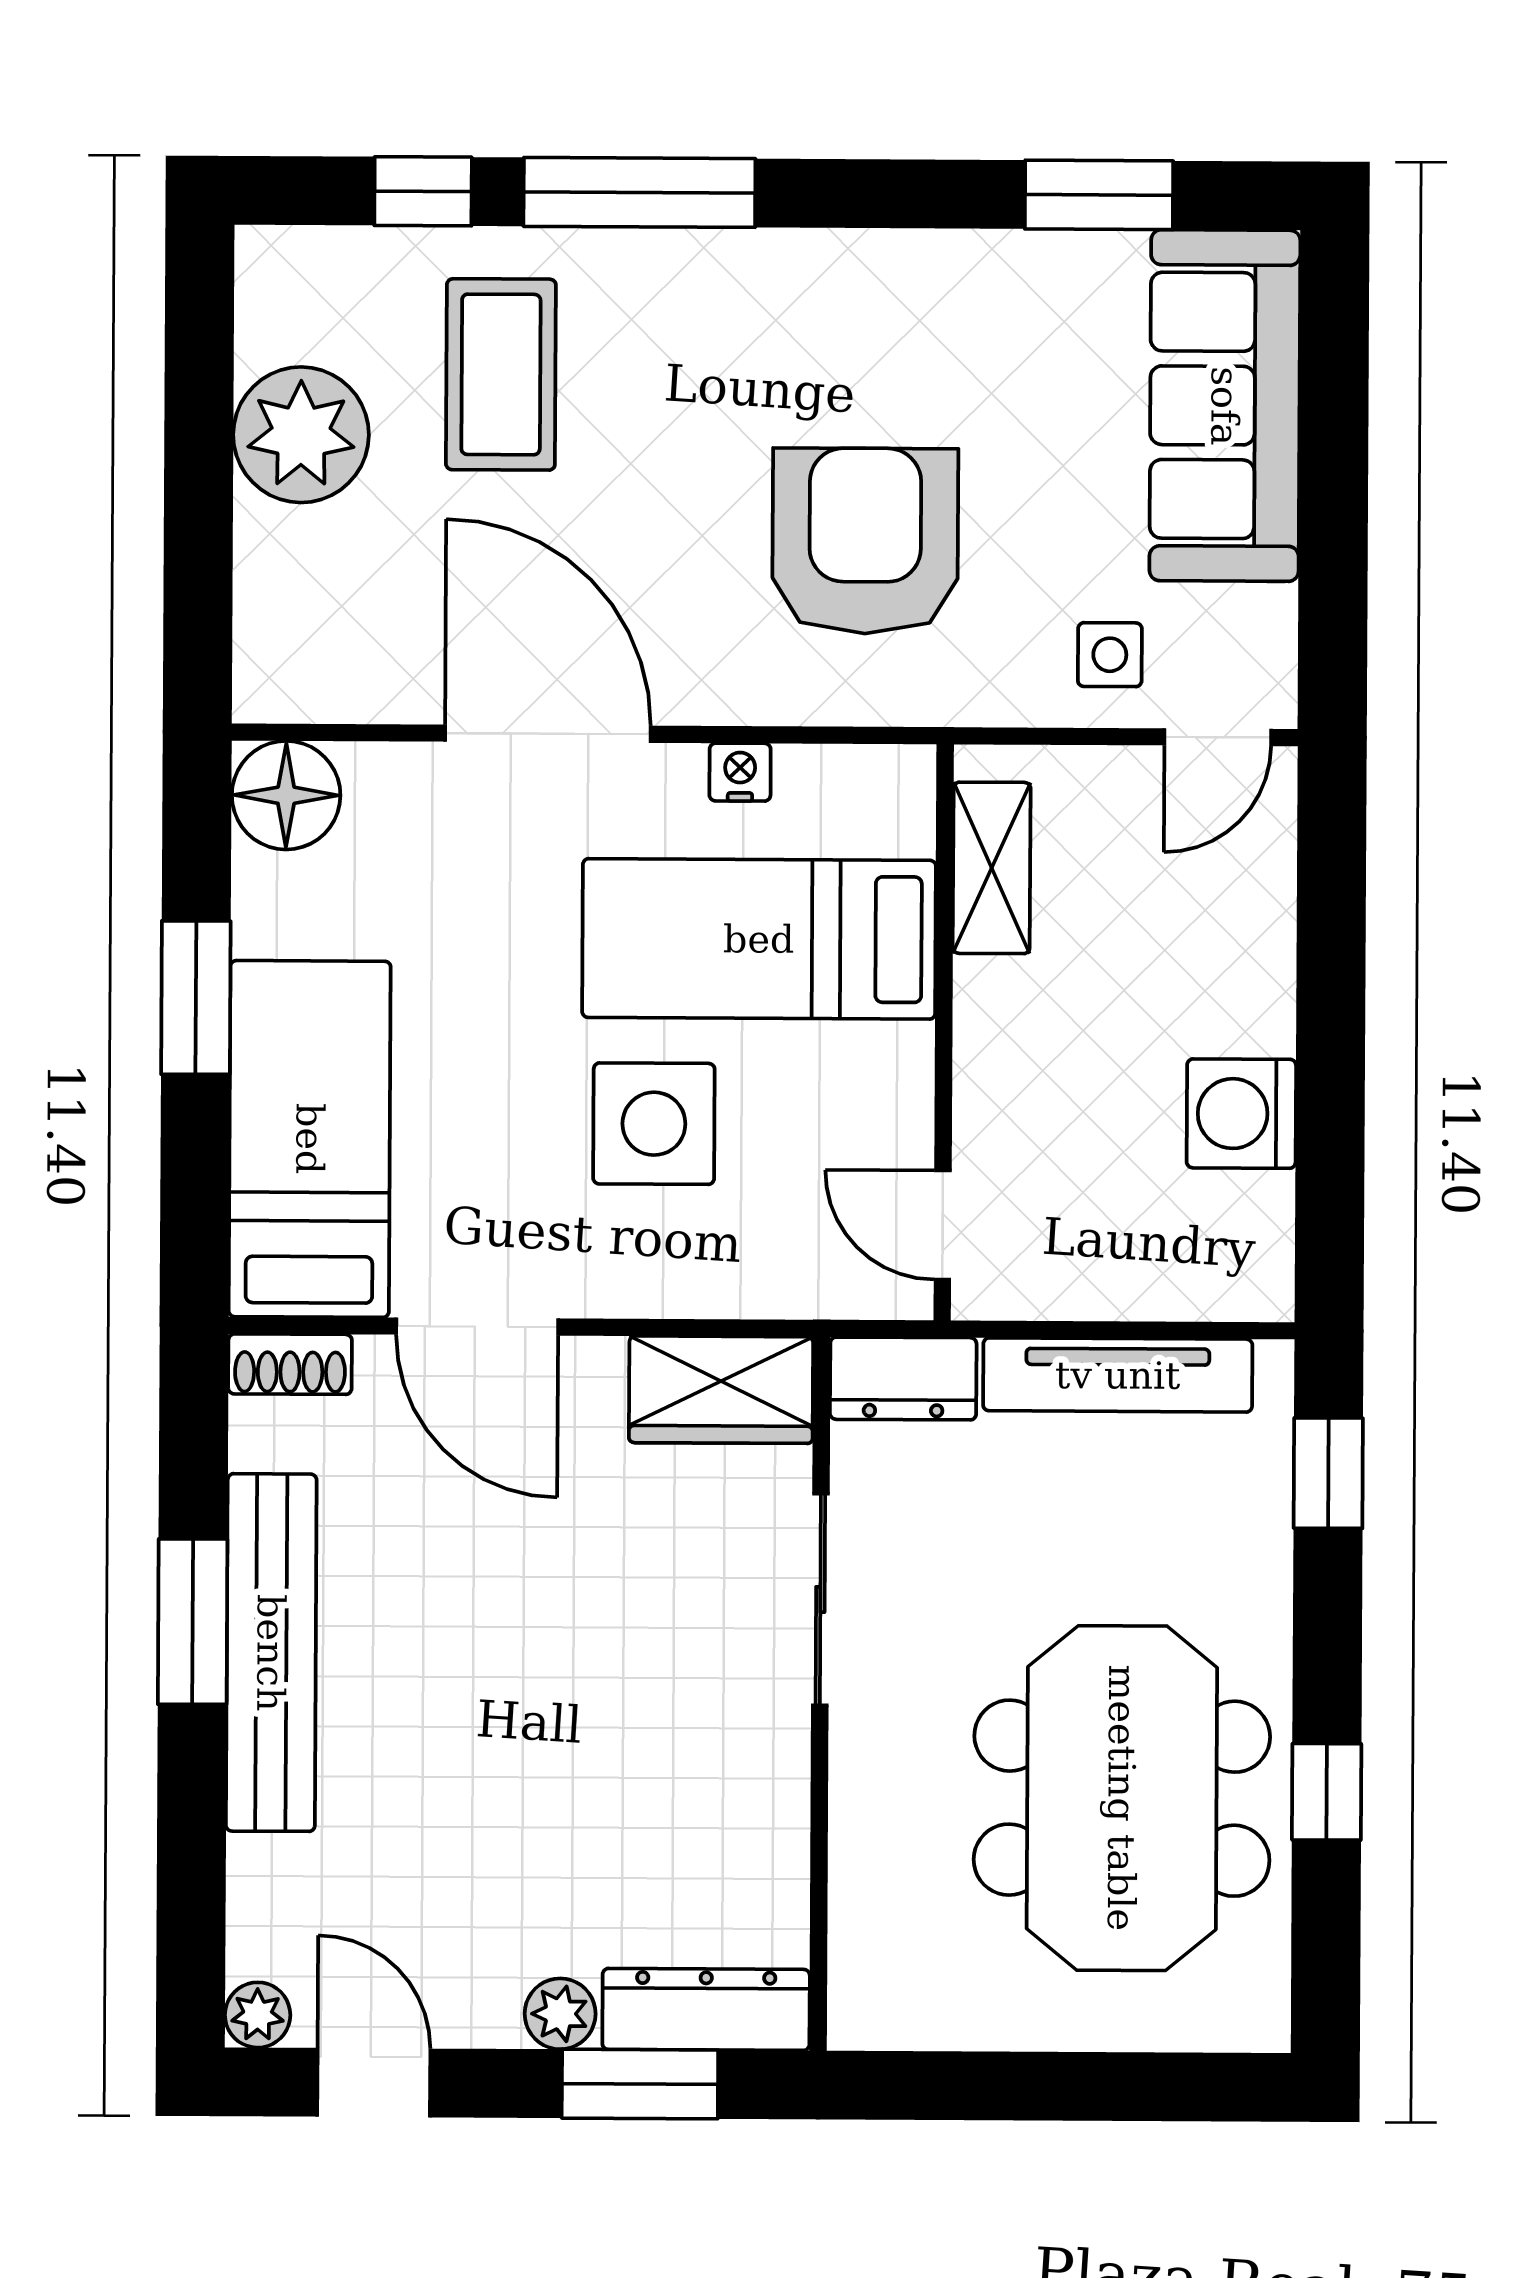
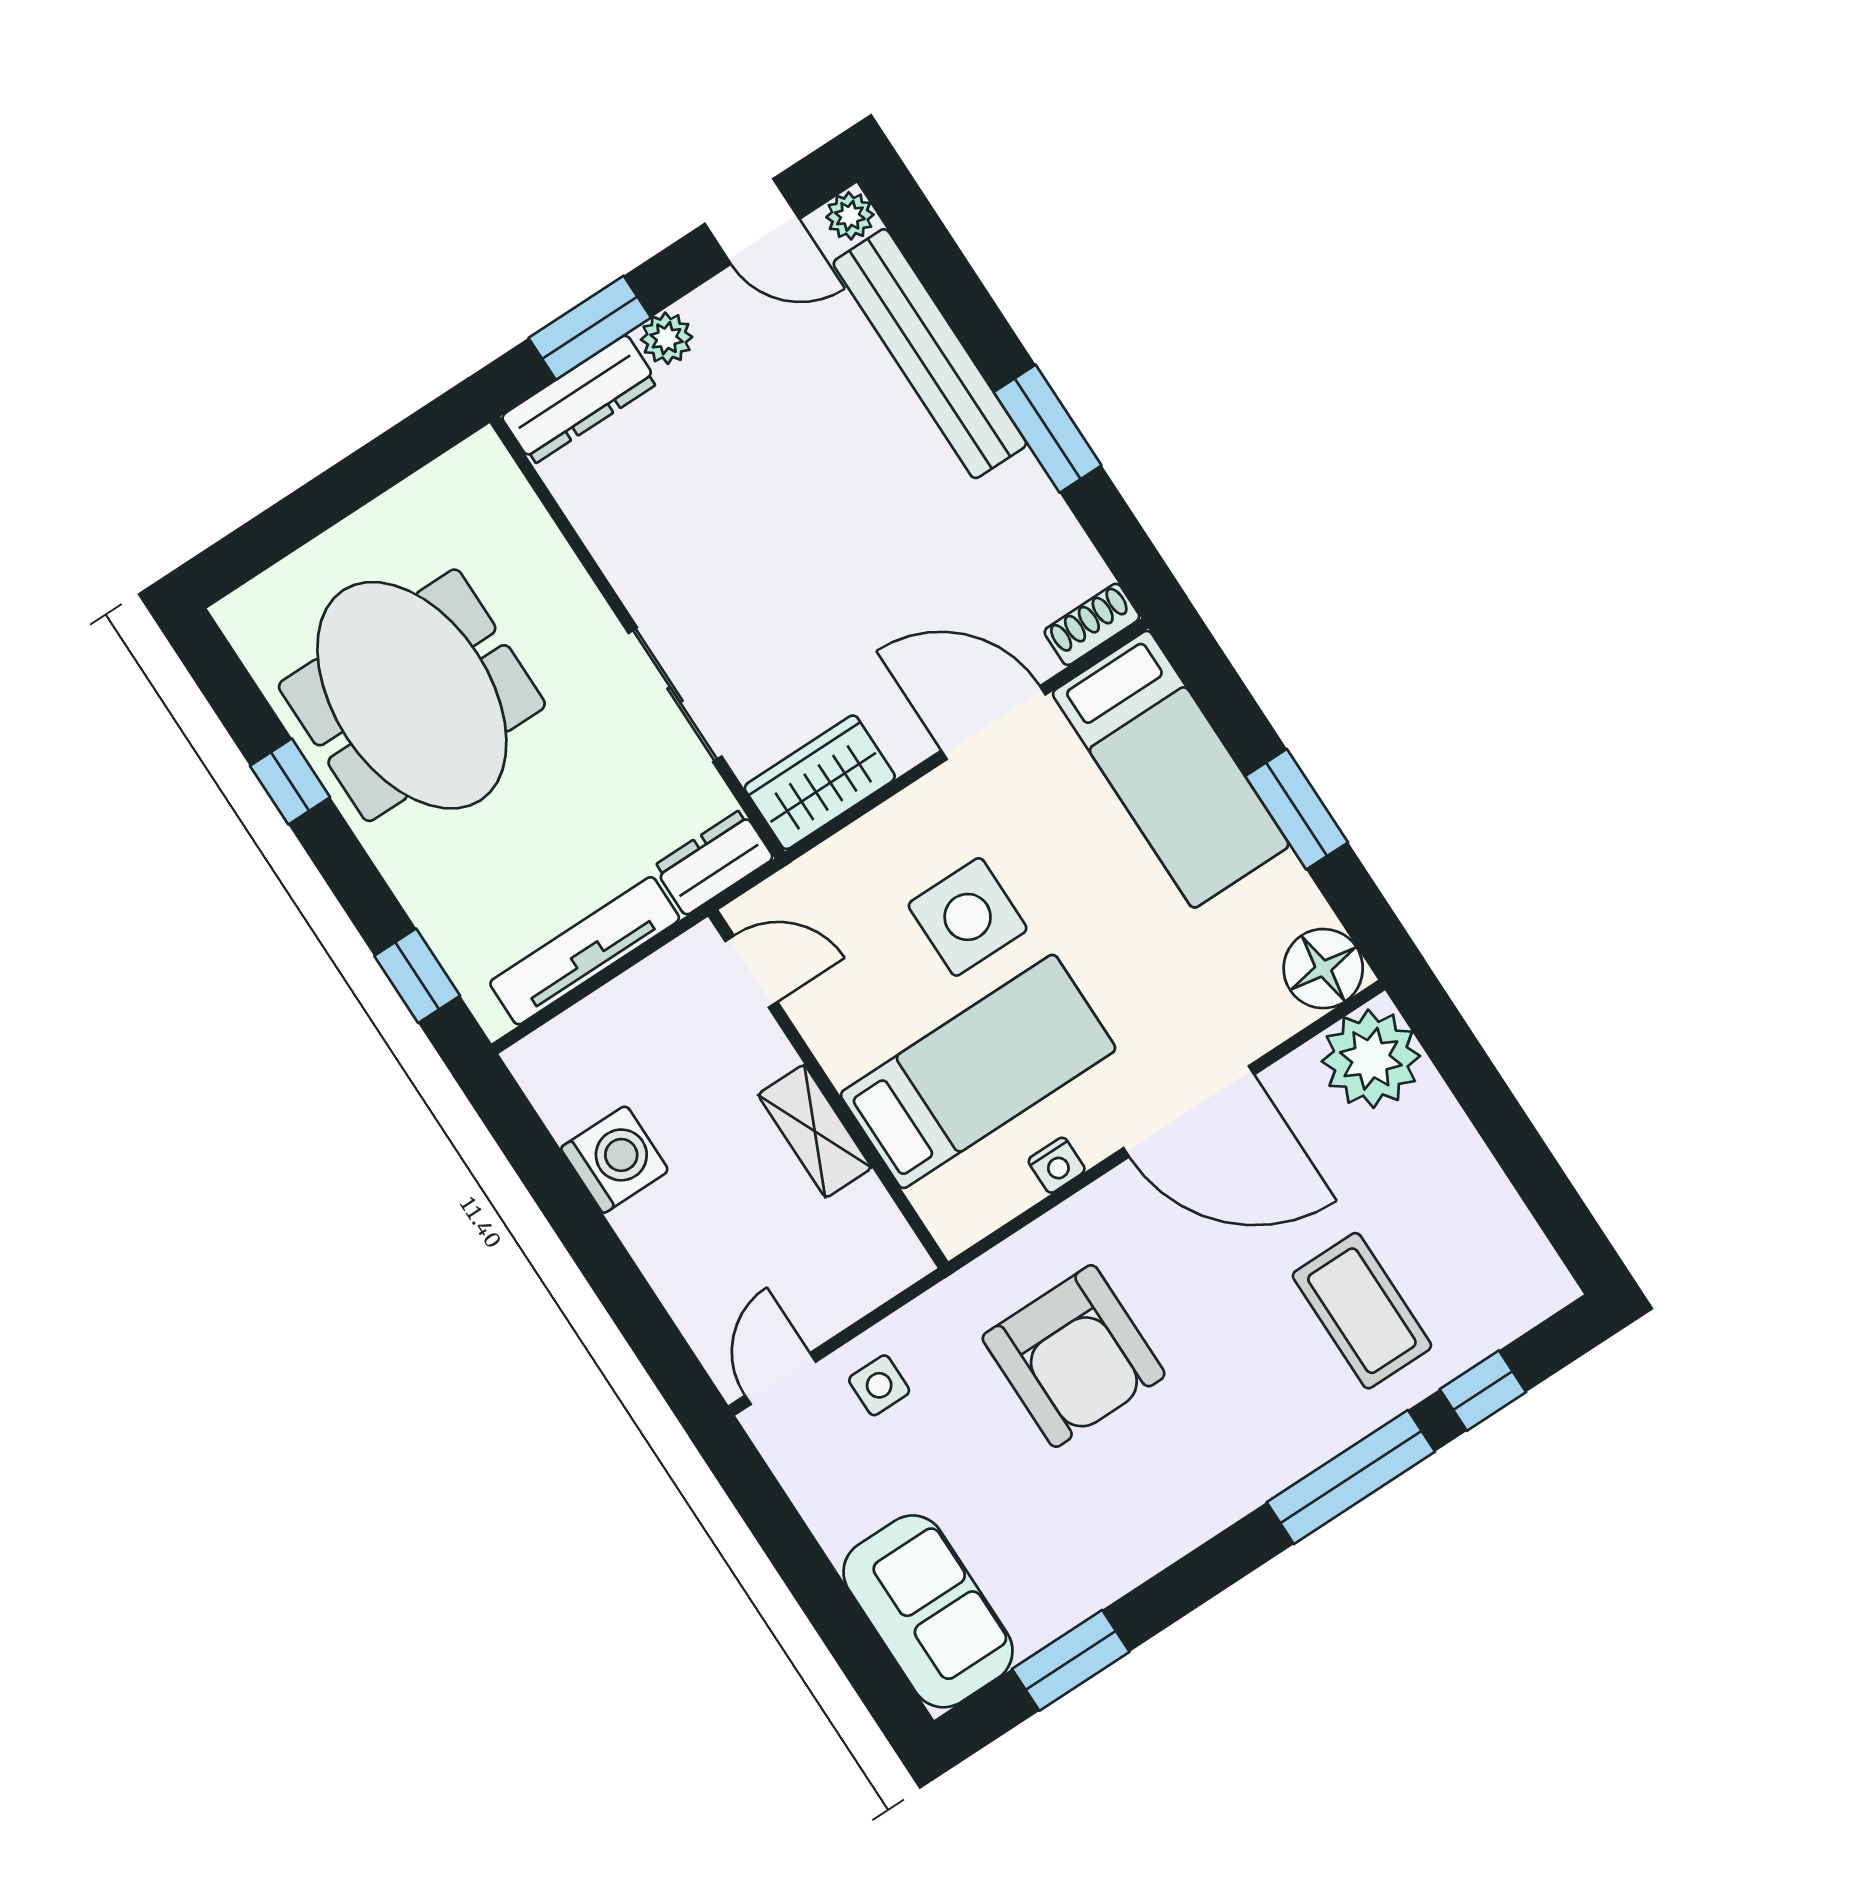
sofa: (1225, 406) -> (928, 1611), width x0.73
plant: (301, 435) -> (1371, 1059), moved
shelving: (992, 868) -> (815, 1131), moved
bench: (271, 1653) -> (930, 354), moved

